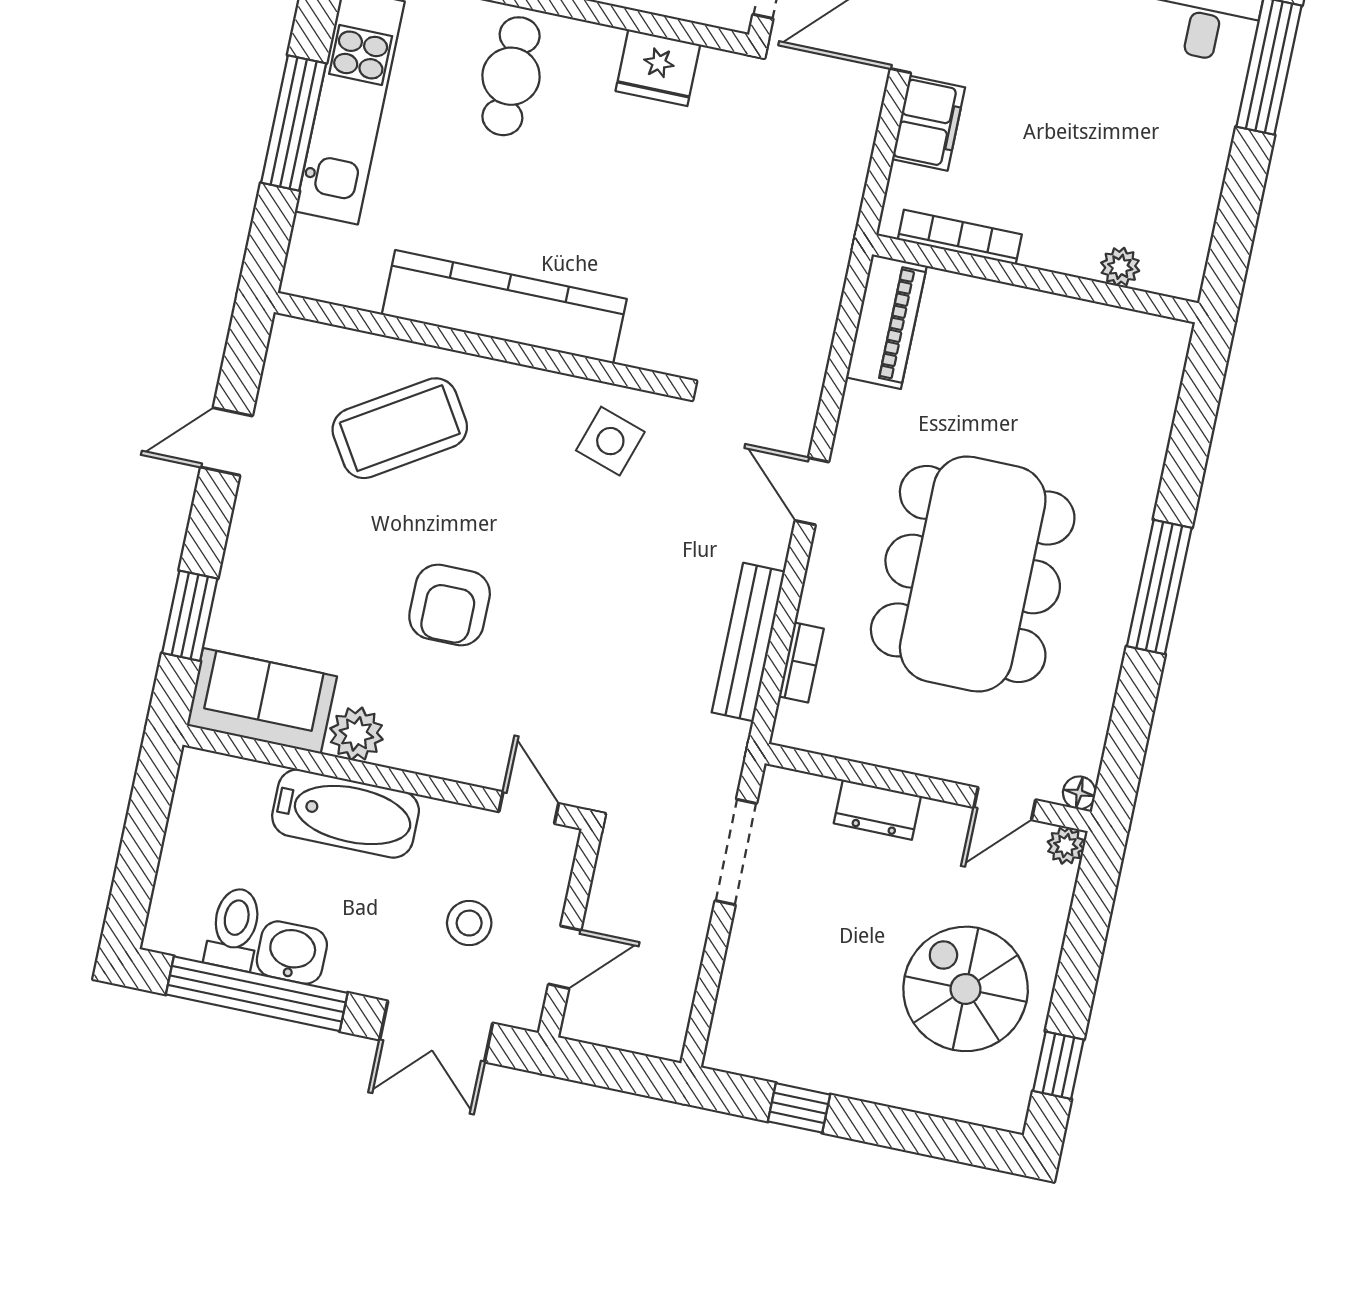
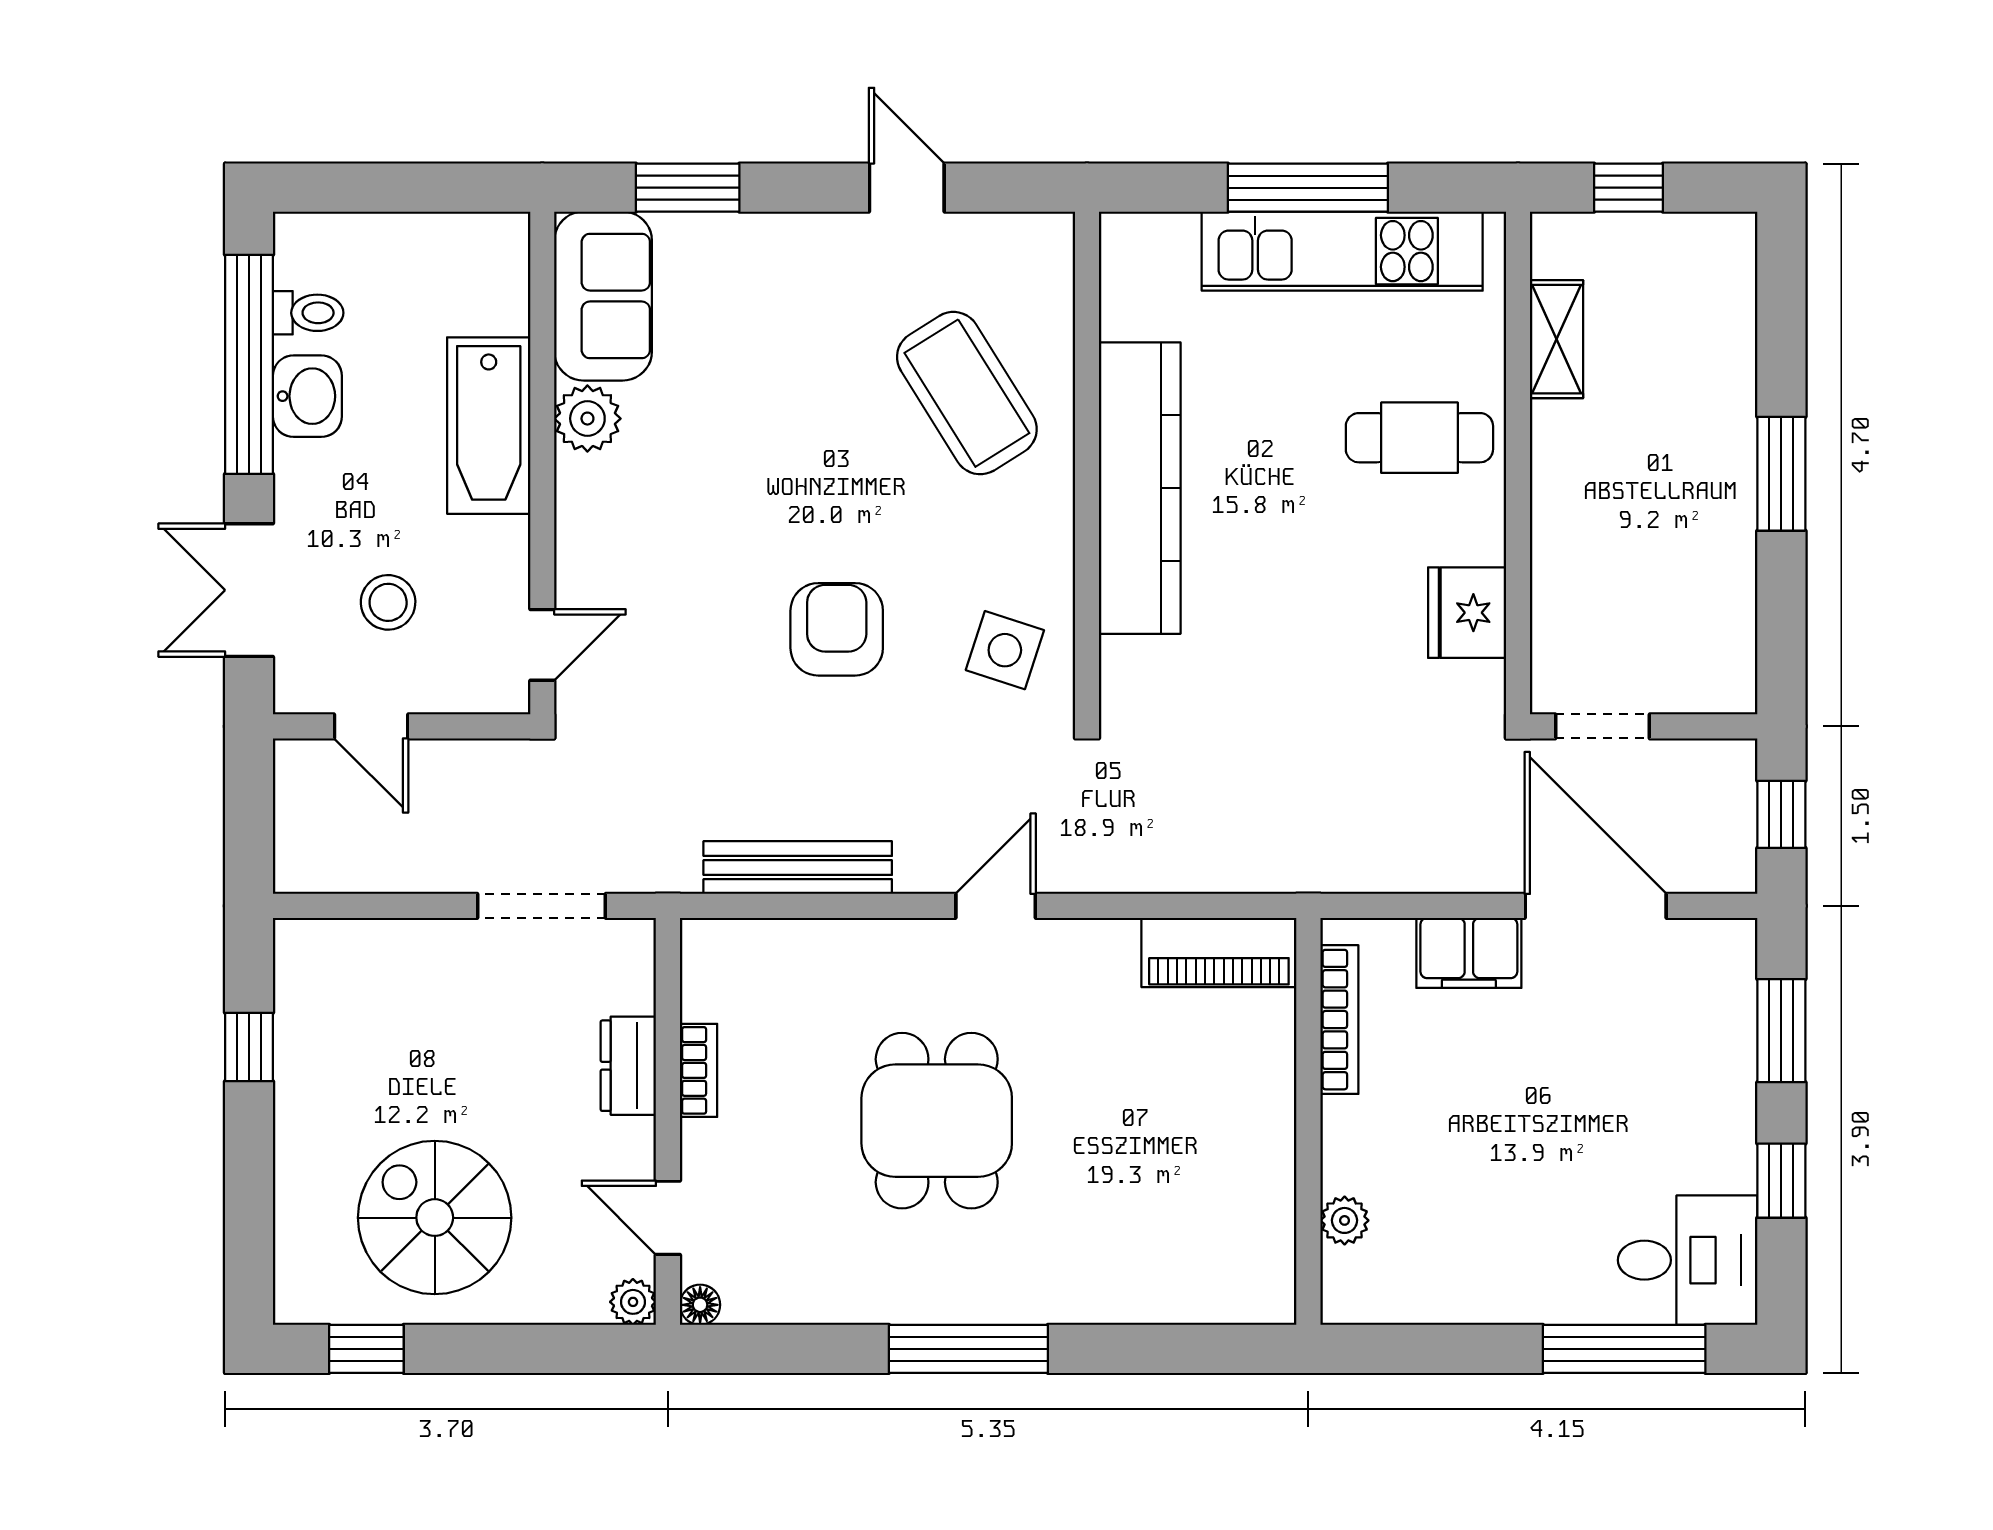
dining table: (973, 574) -> (937, 1121), width x0.53, depth x0.80
armchair: (450, 605) -> (837, 629), moved, turned 90
bookcase: (801, 662) -> (699, 1070), moved, turned -90
toilet: (234, 929) -> (308, 313), width x0.73, depth x0.72
spiral stairs: (966, 989) -> (435, 1218), turned -90

